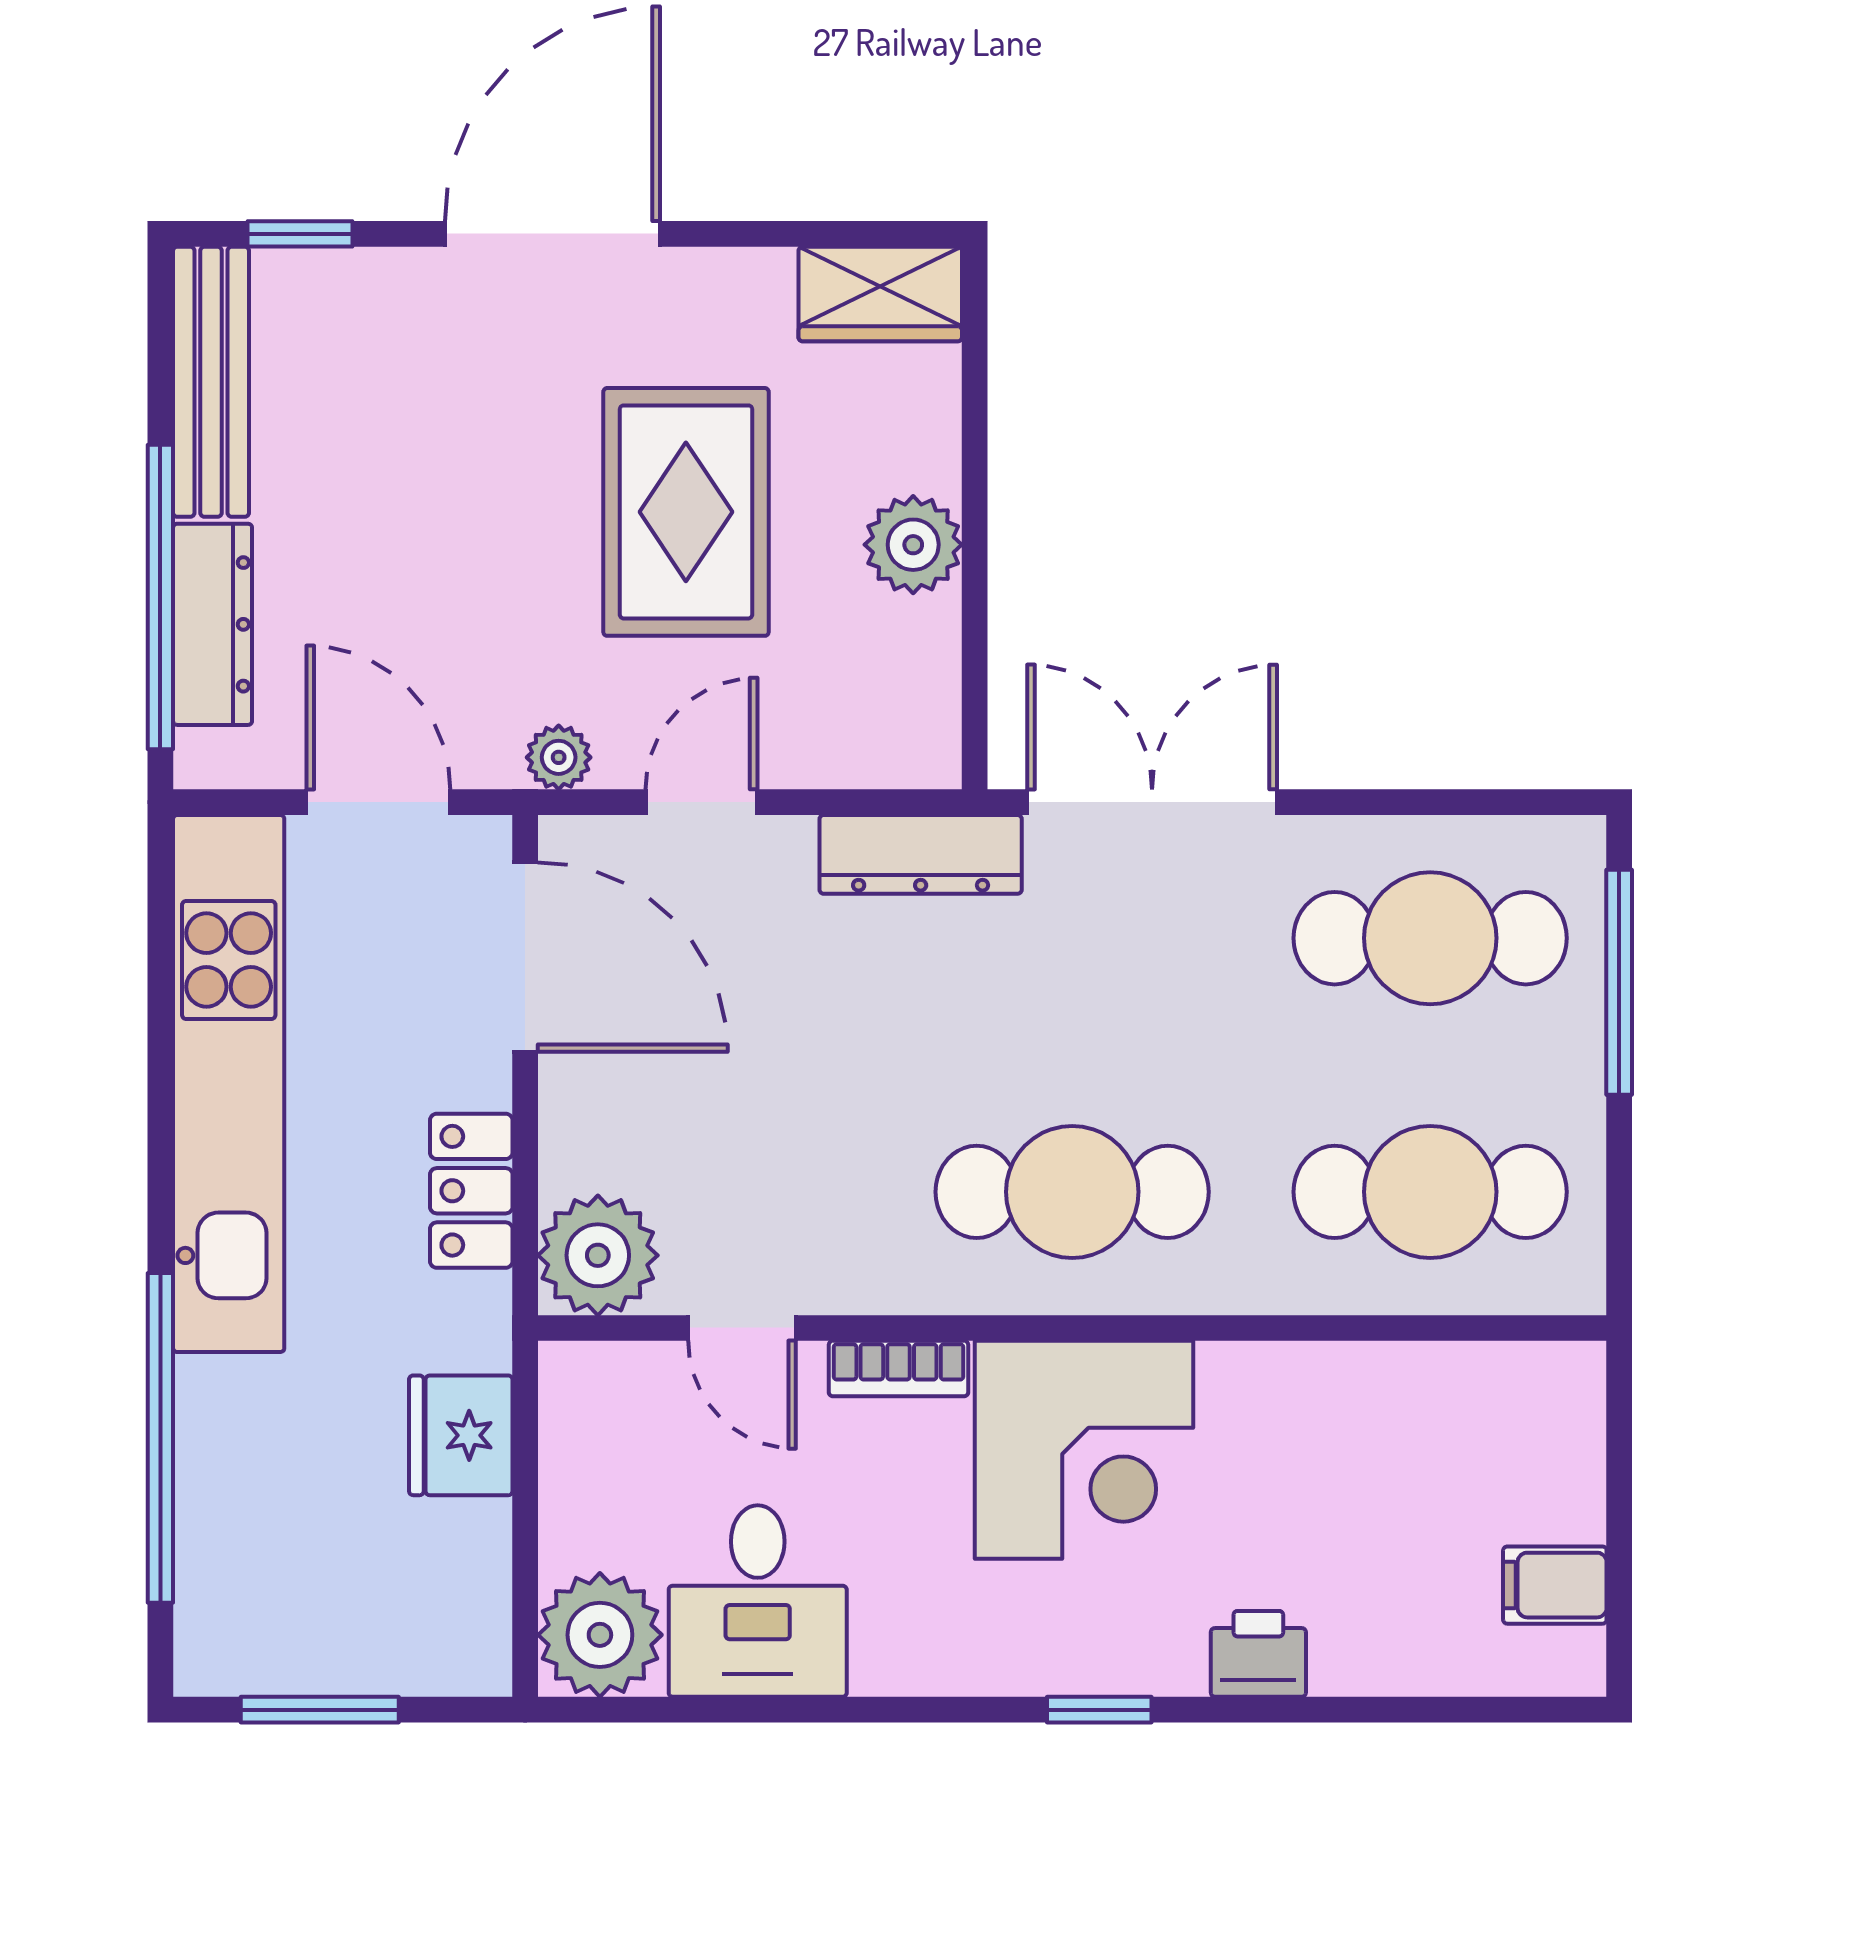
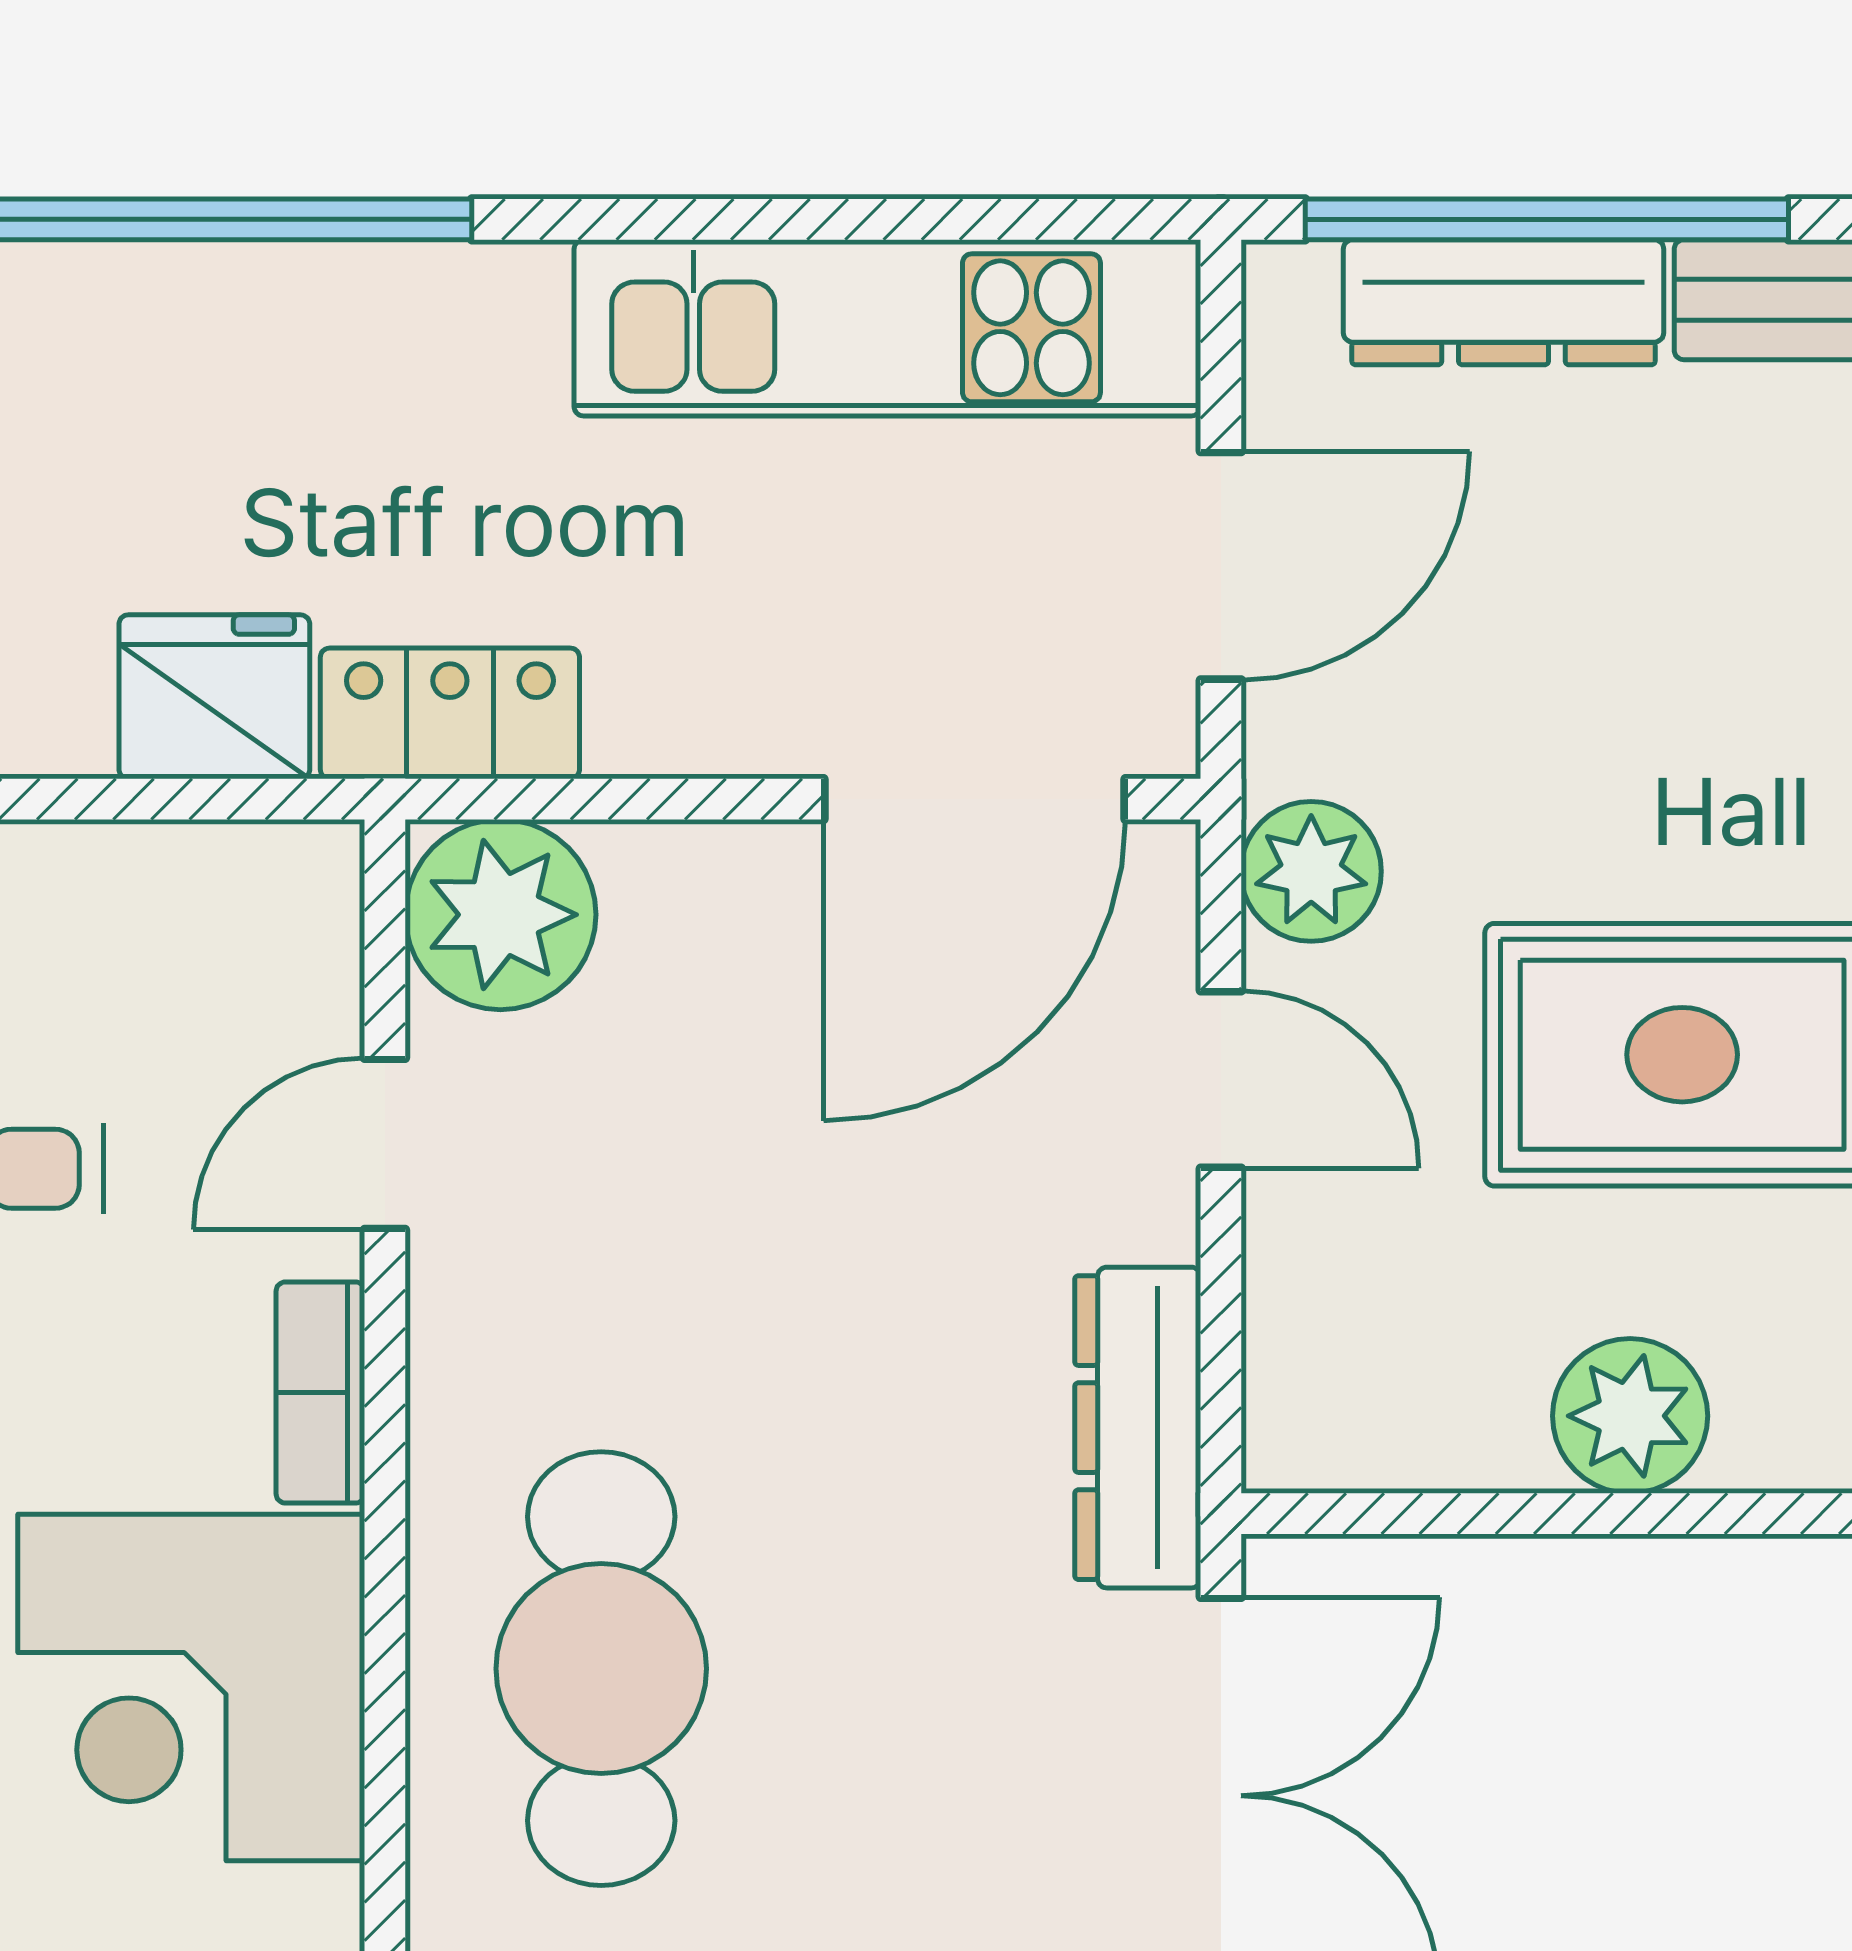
plant: (559, 757) -> (1311, 871), width x1.38, depth x1.38
kitchen unit: (229, 1084) -> (887, 328), width x0.73
locker: (471, 1191) -> (450, 713), moved

